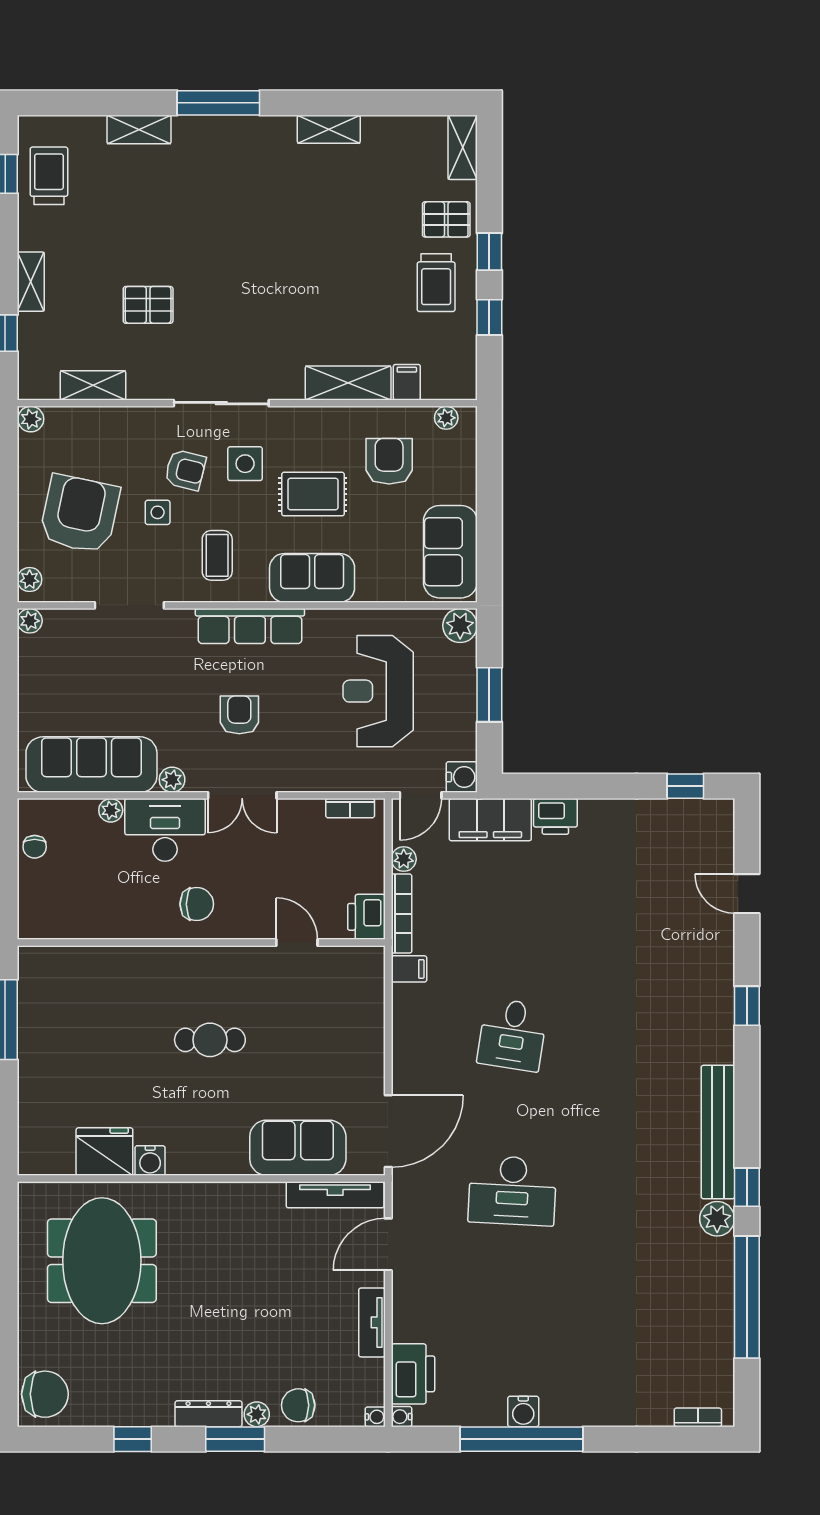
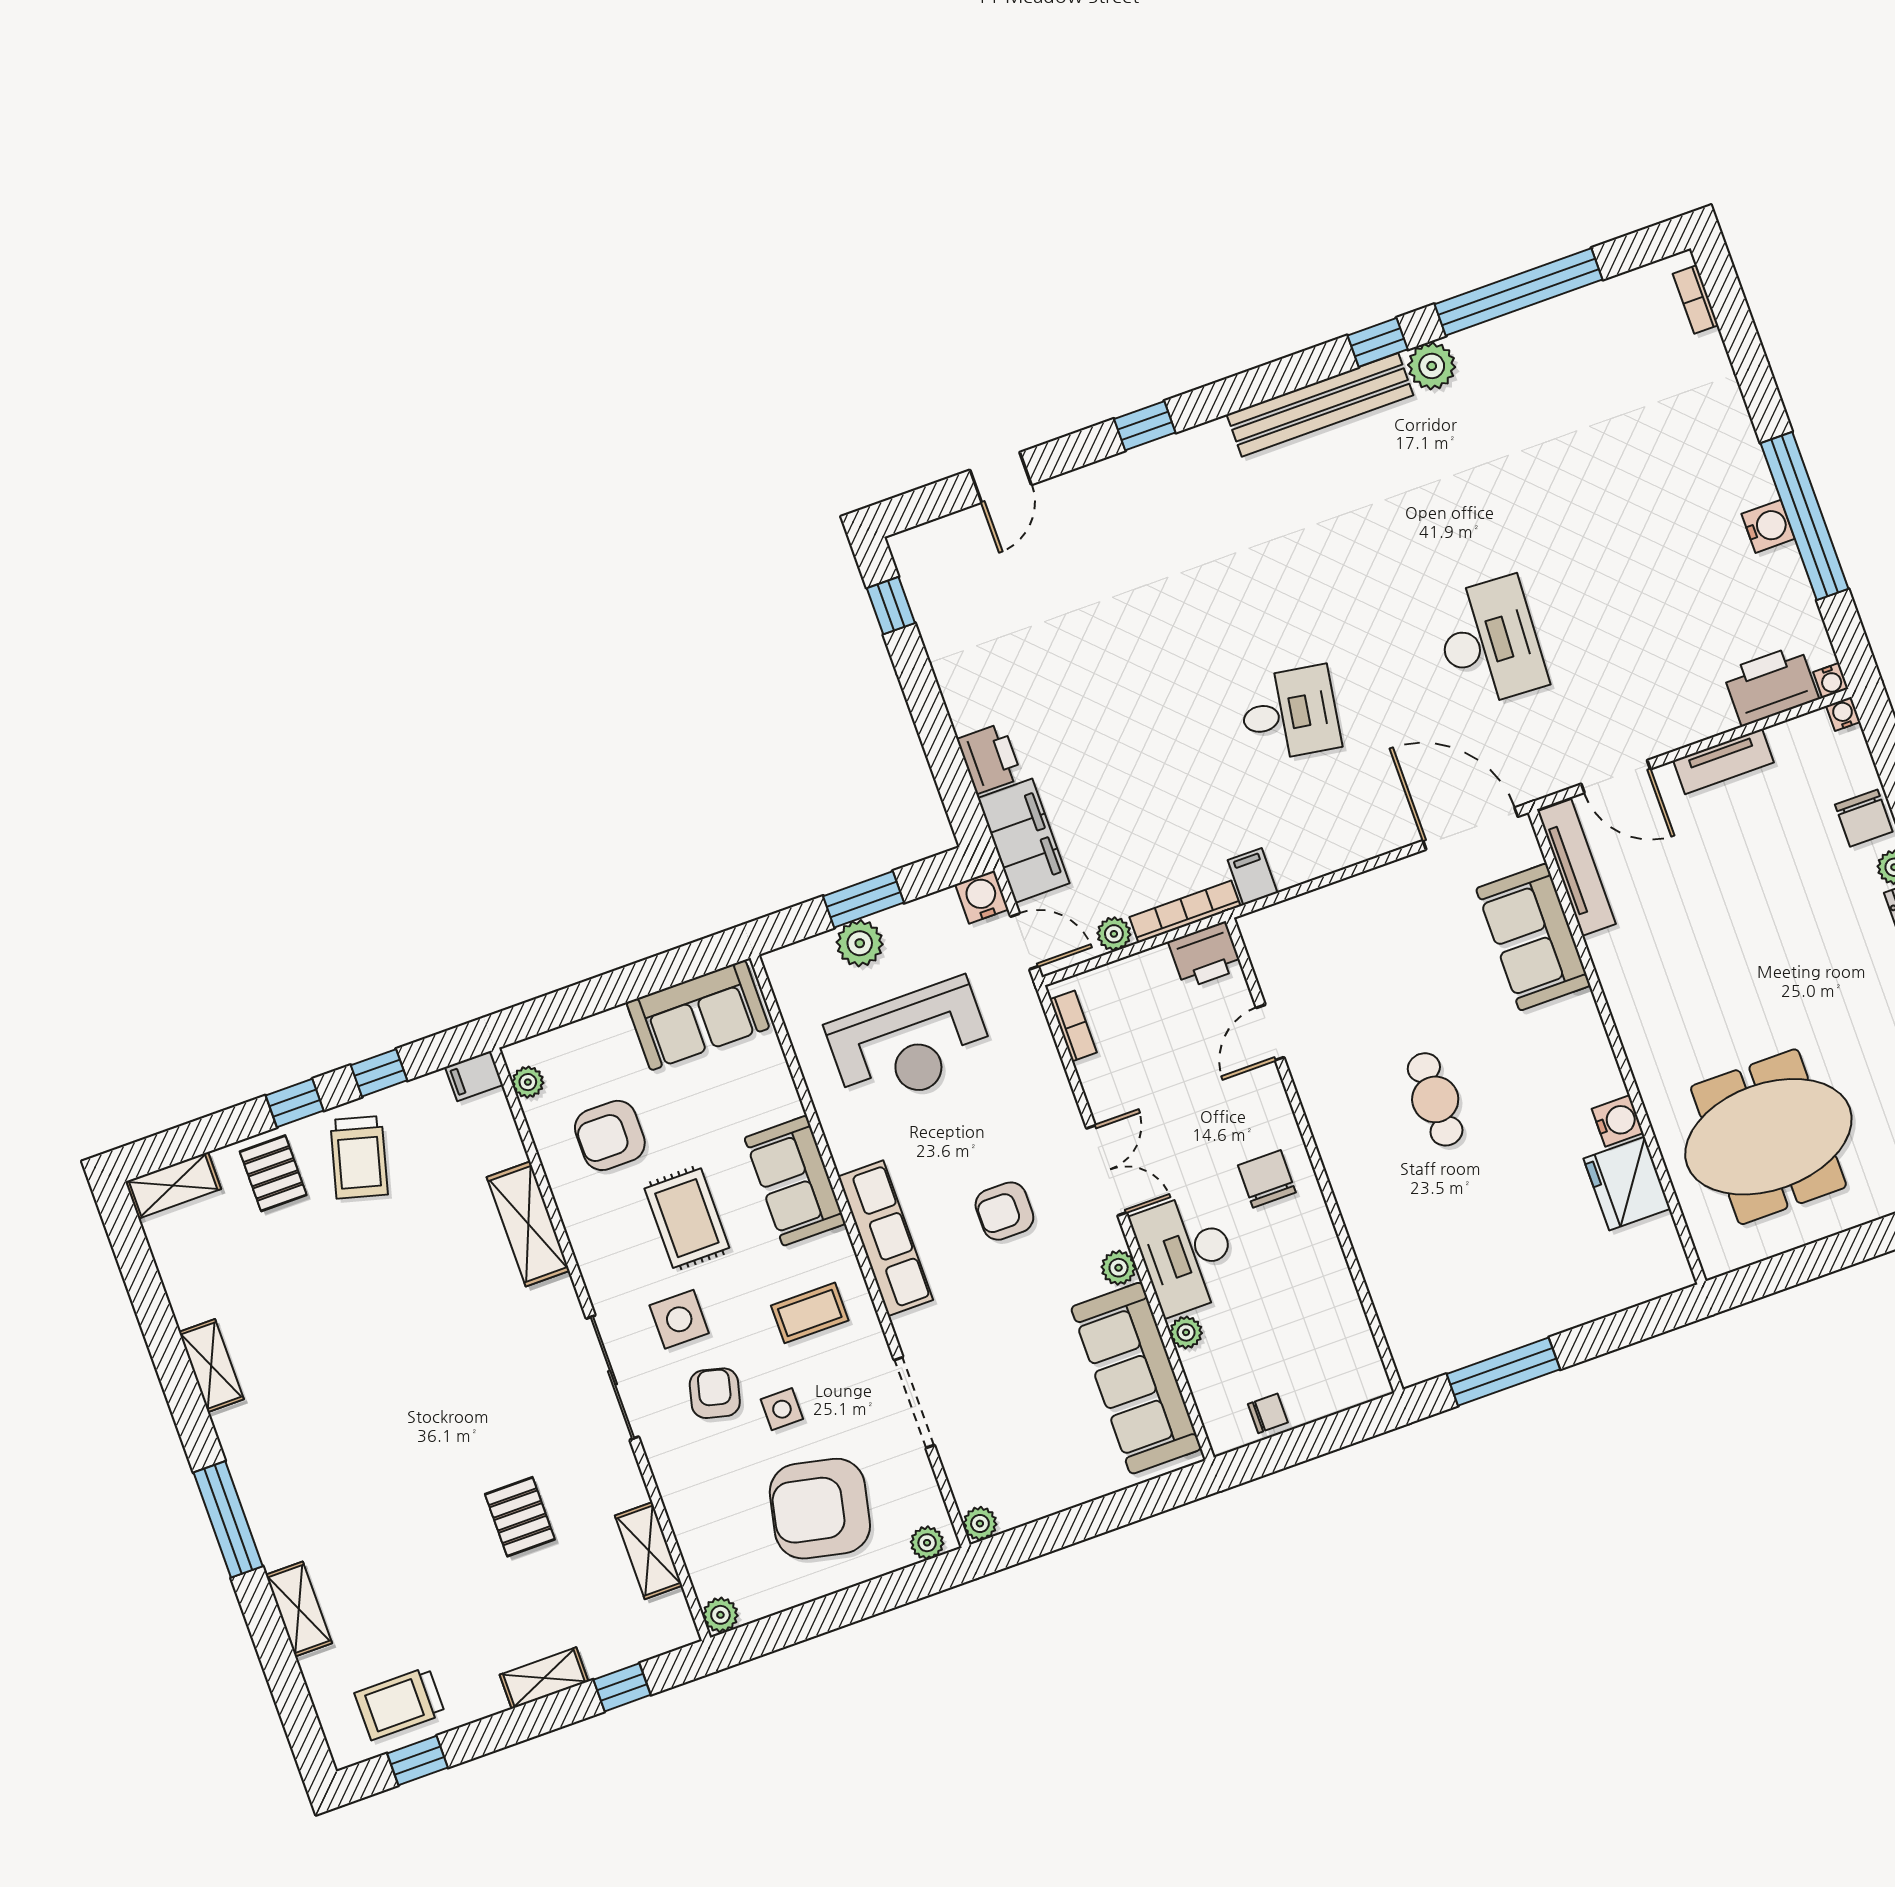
trolley: (436, 283) -> (359, 1157), turned 105
filing cabinet: (407, 382) -> (474, 1076), moved
plant: (460, 626) -> (860, 943), moved

